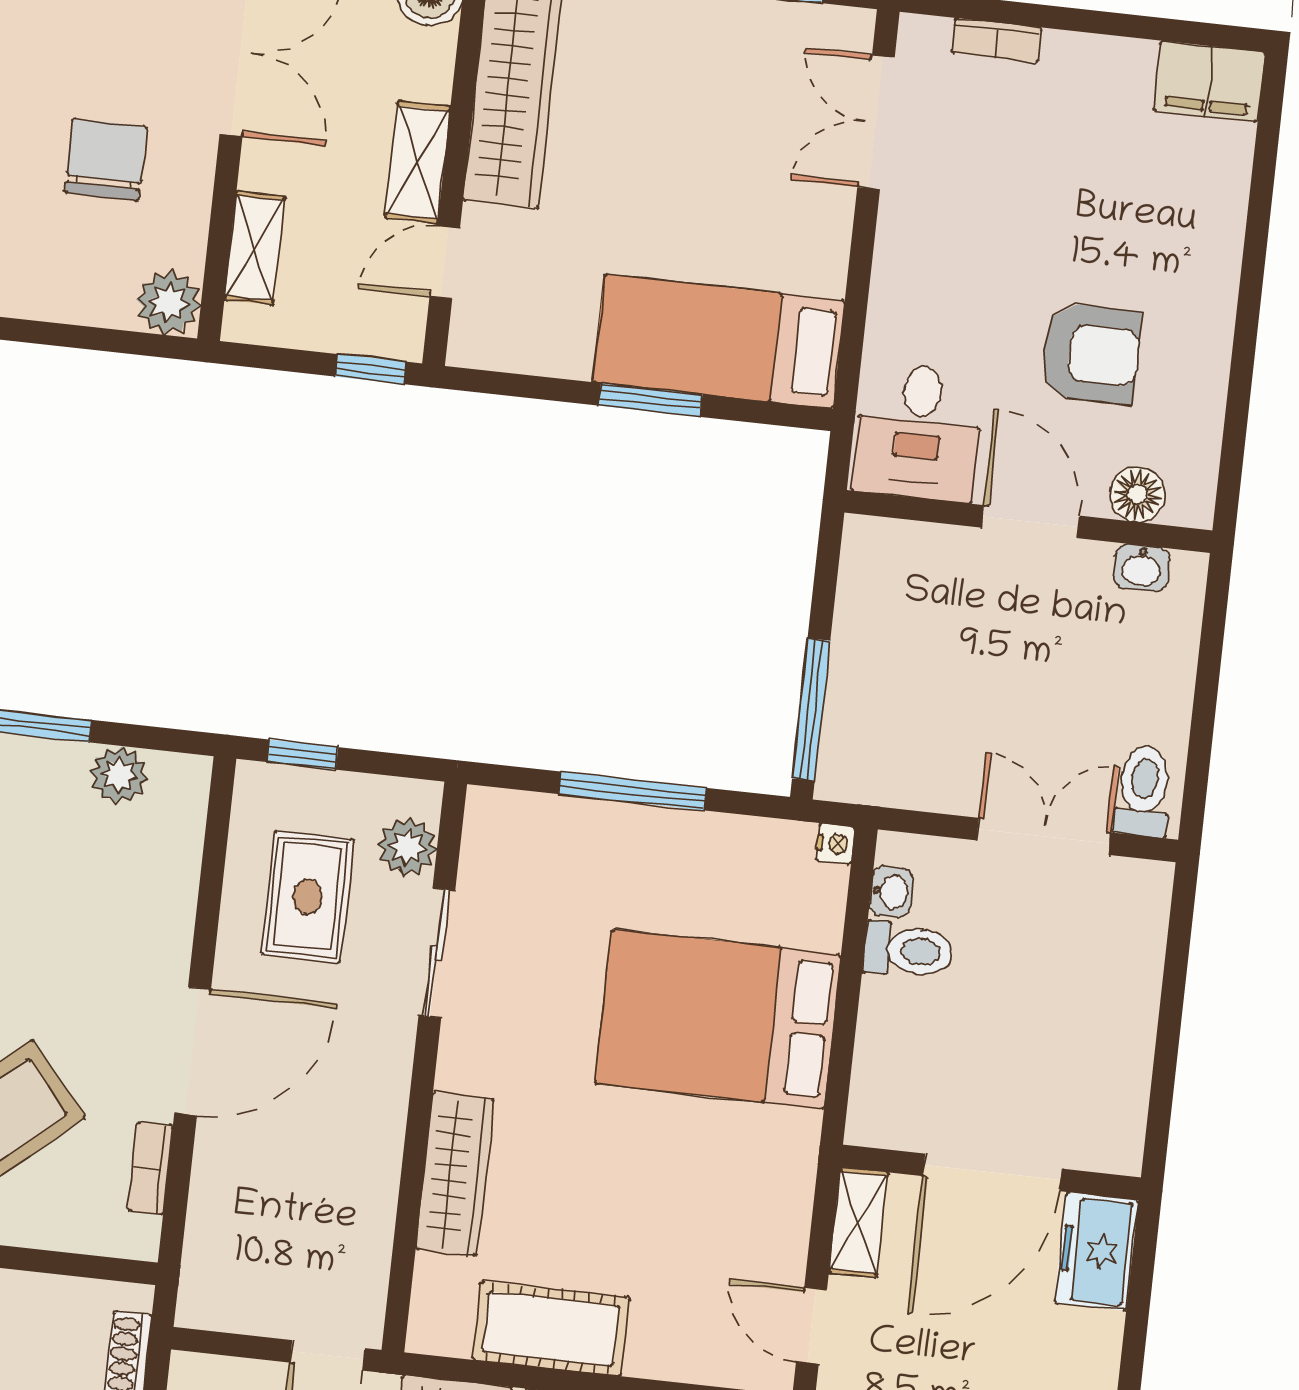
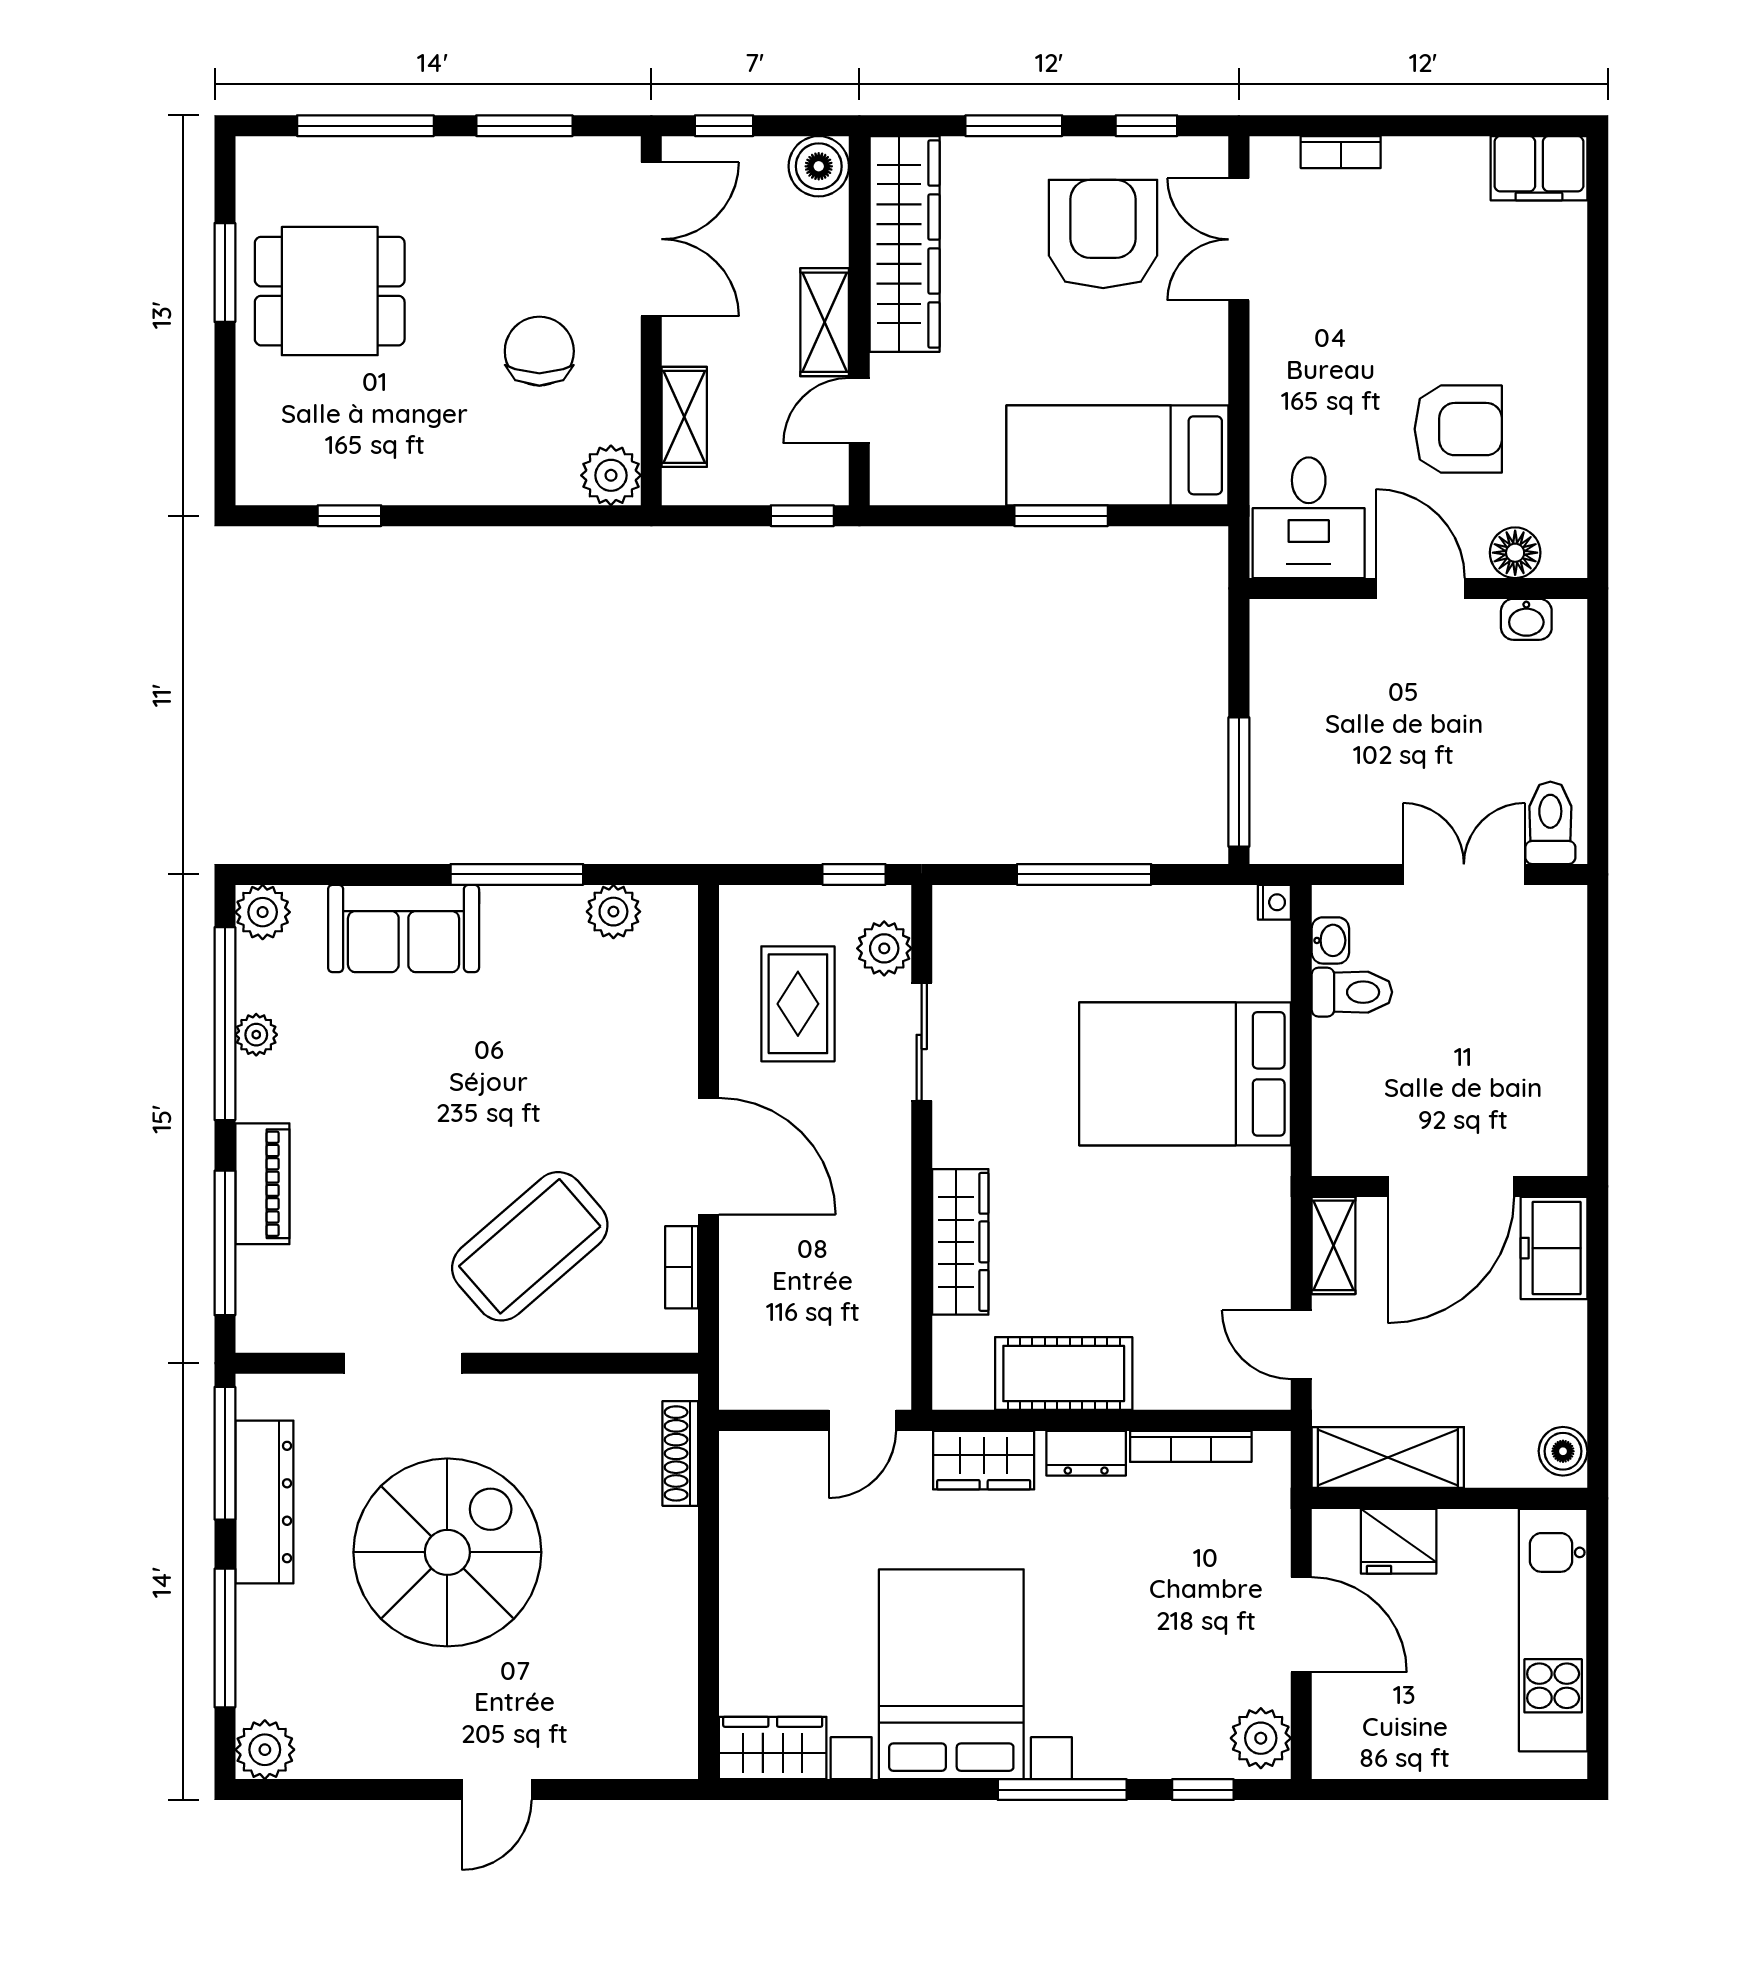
armchair: (730, 100) -> (1103, 234), added
window: (303, 755) -> (854, 874), moved
door: (193, 1051) -> (709, 1156), hinge flipped

